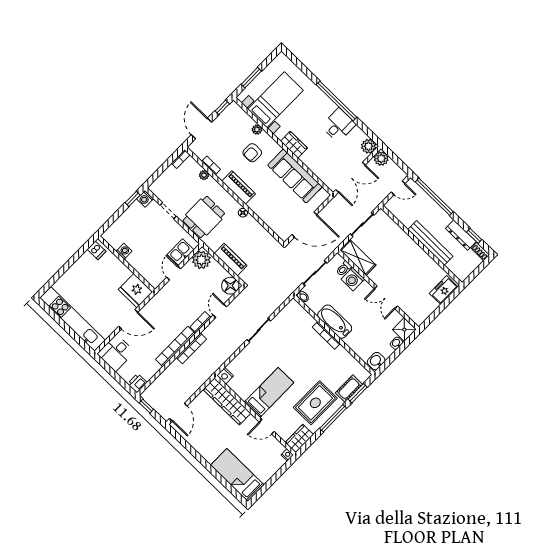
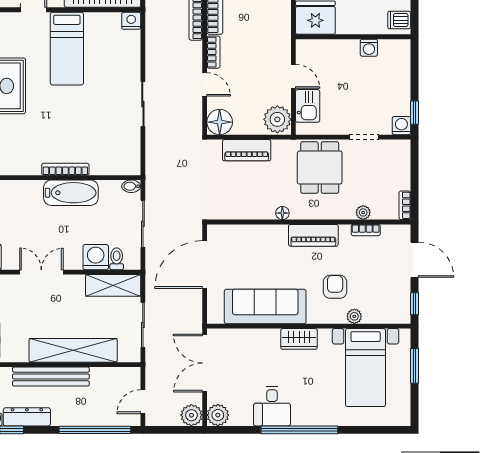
shelving: (407, 245) -> (73, 350), added

